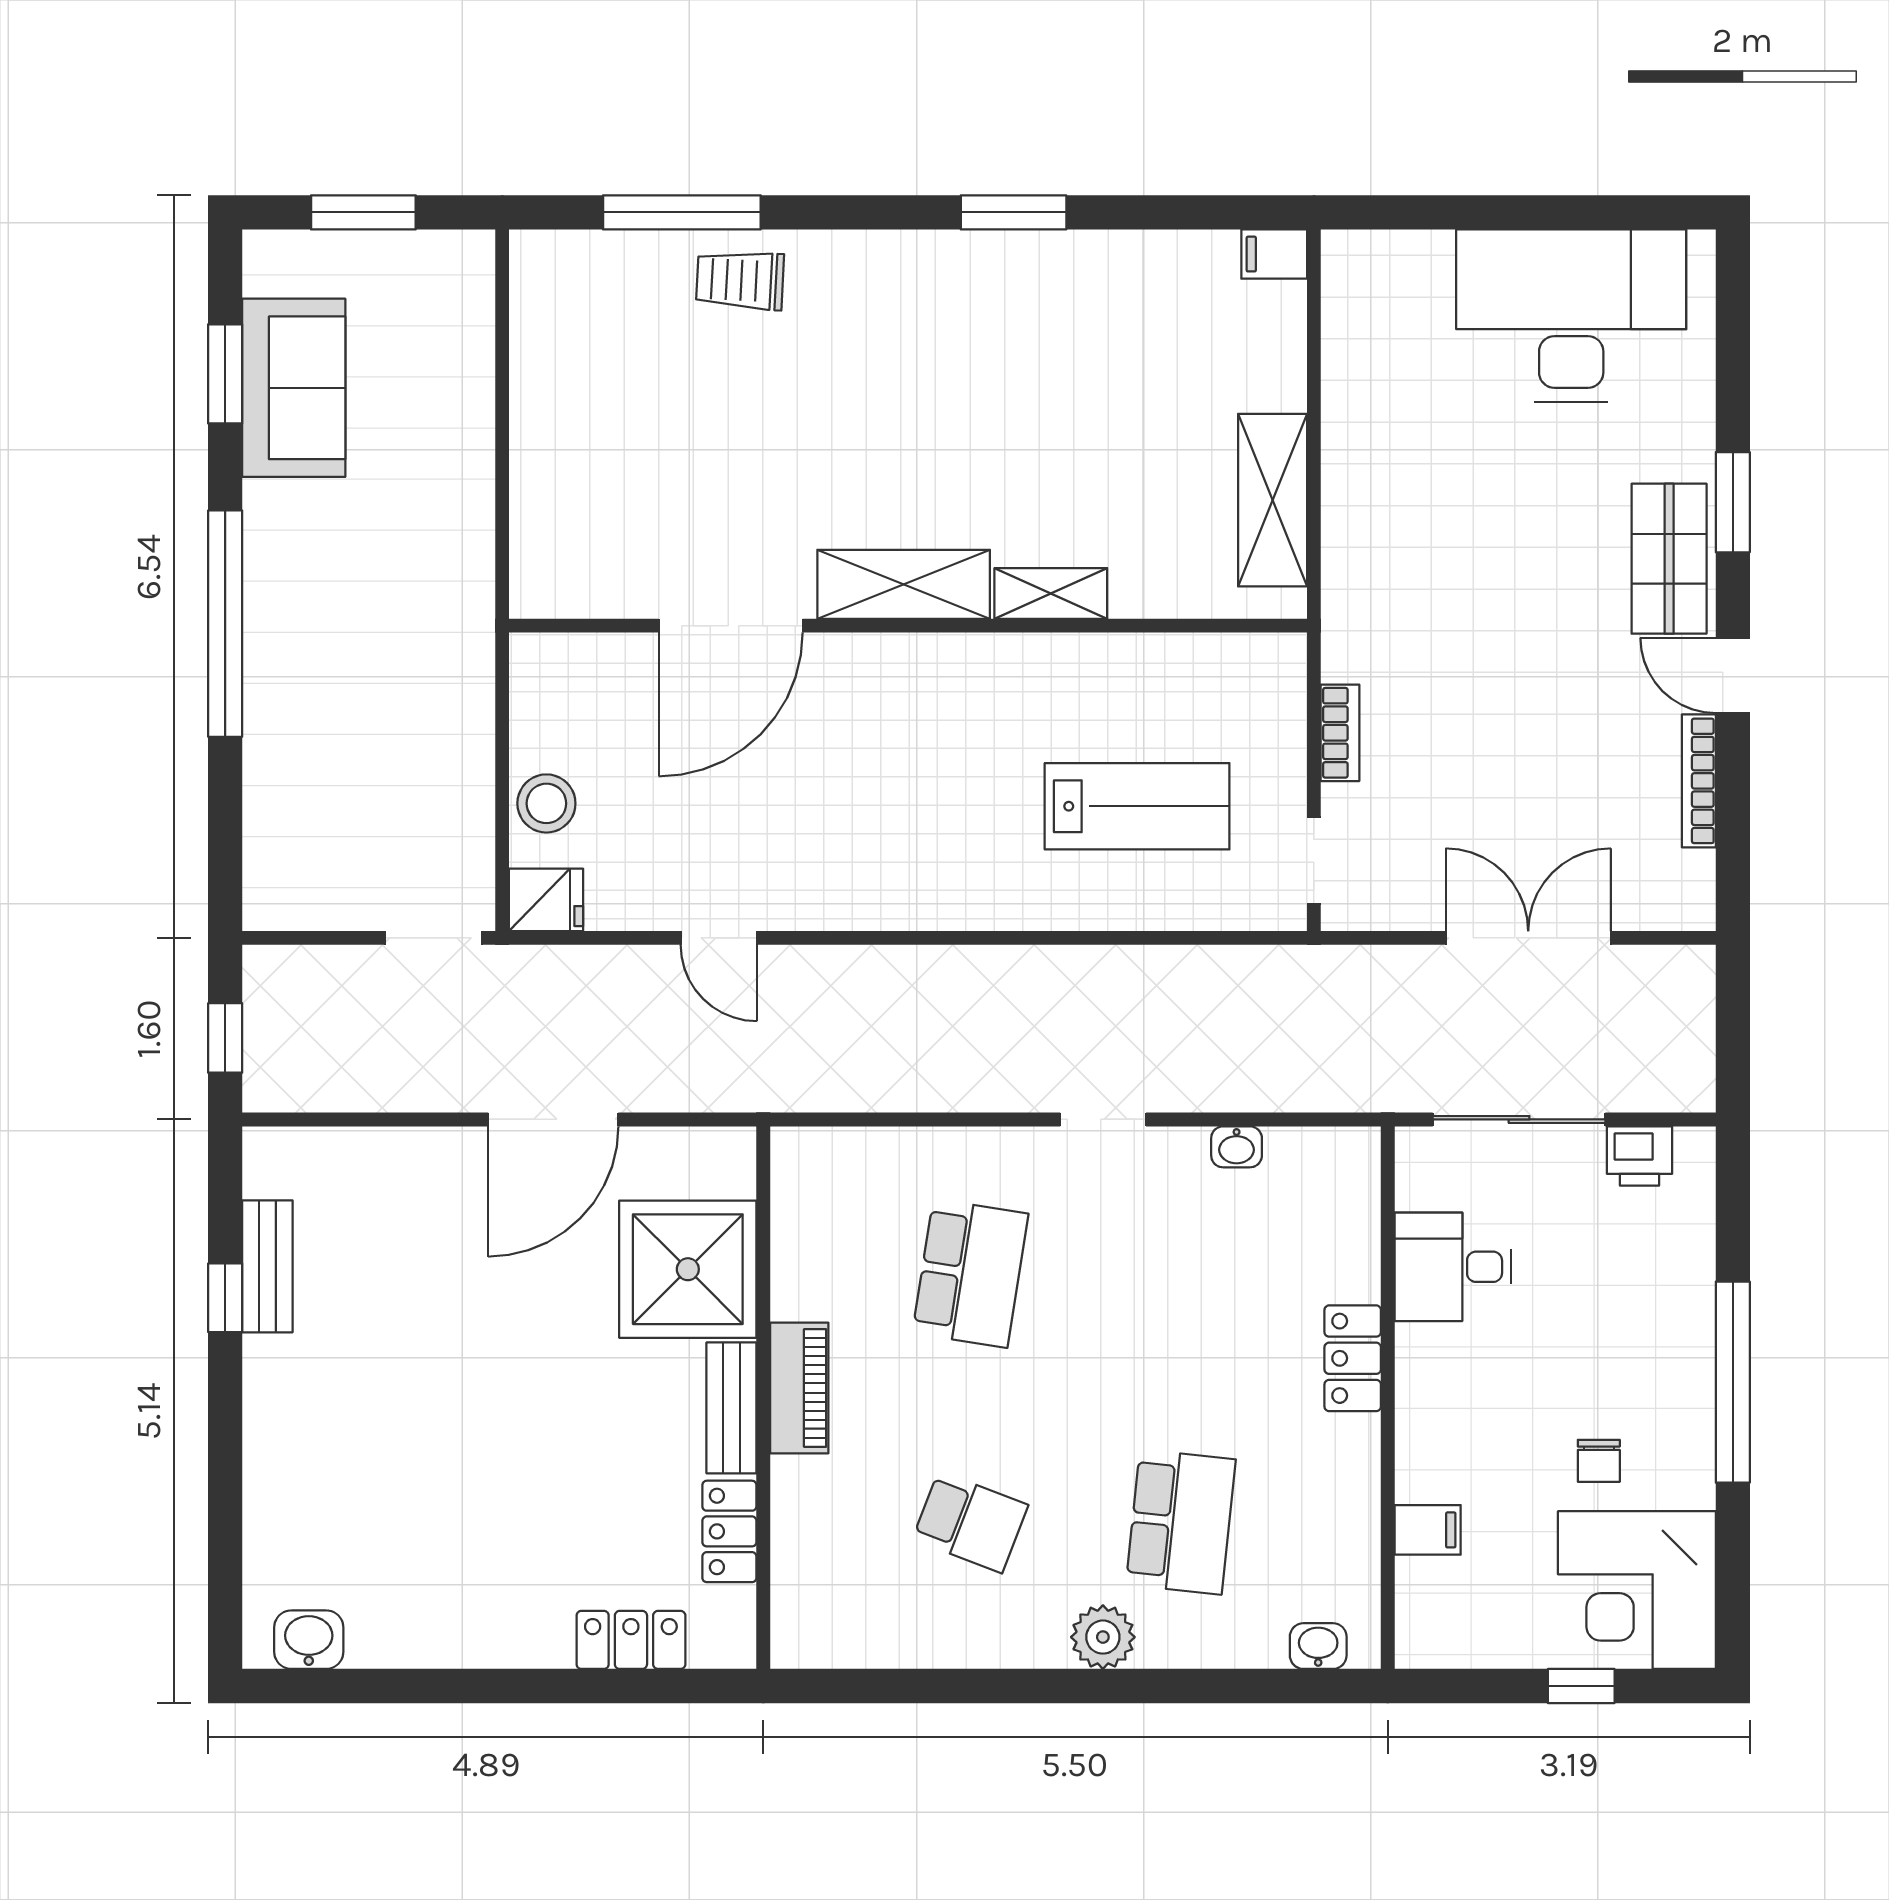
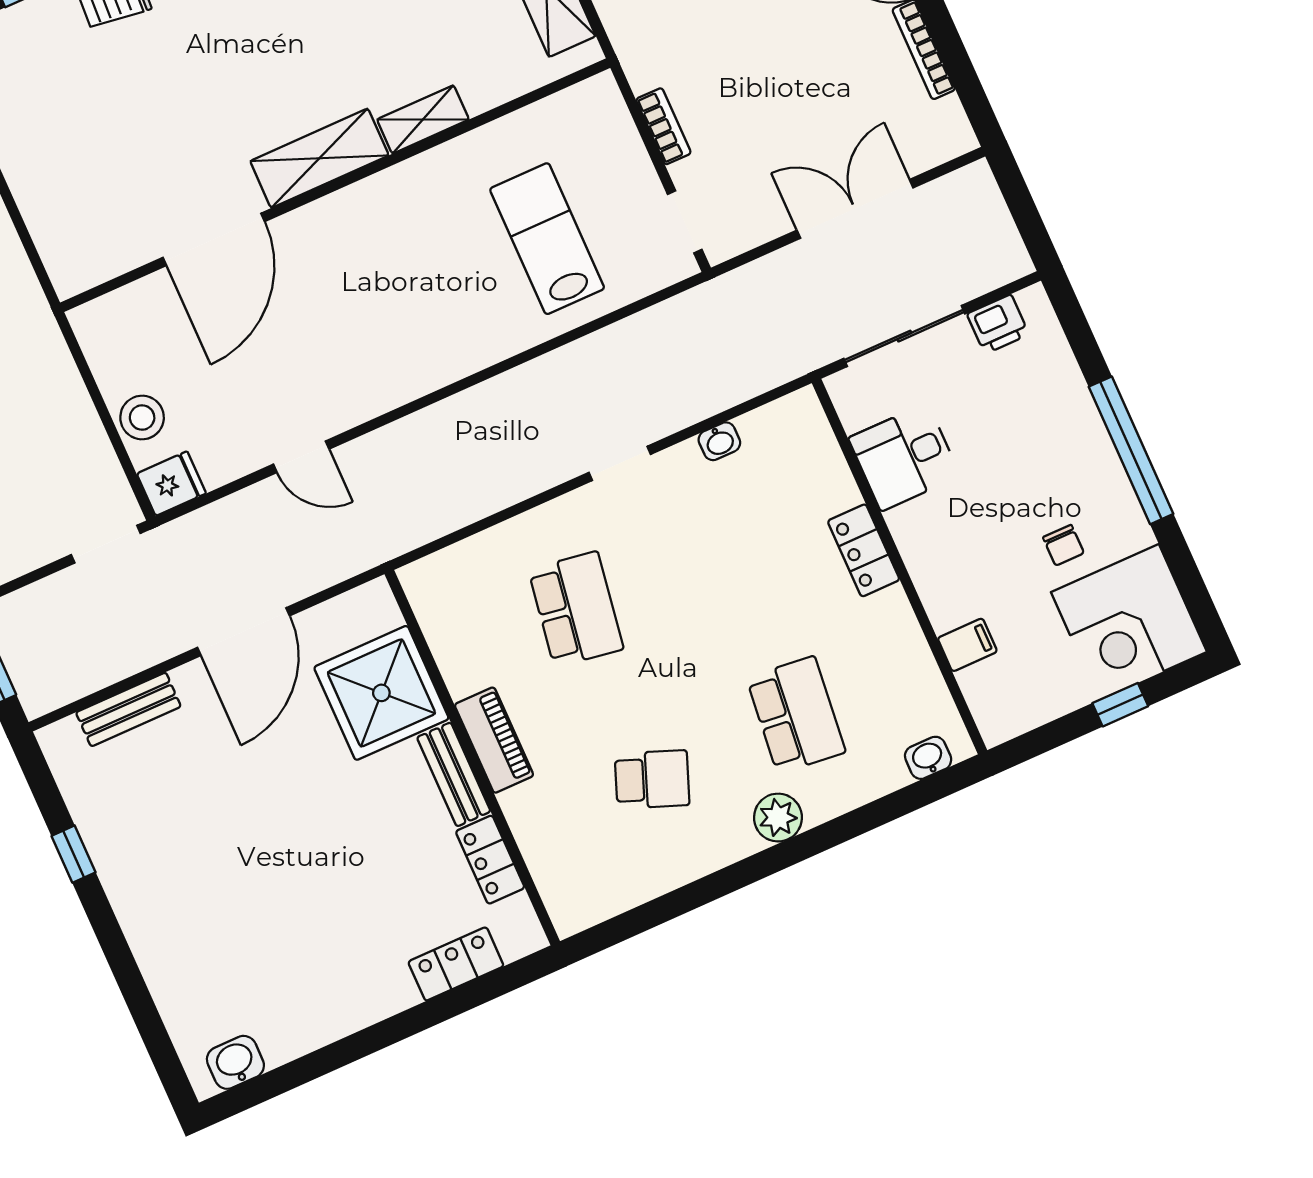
lab bench: (1137, 806) -> (547, 239), turned -90
bench: (267, 1266) -> (128, 709), moved, turned 90

